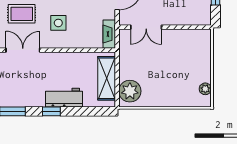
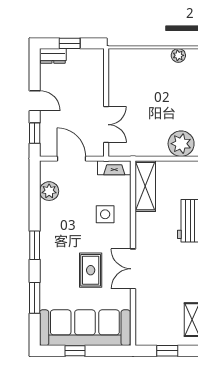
side table: (58, 23) -> (105, 214), moved
shelving: (107, 78) -> (145, 186), moved, turned 90

